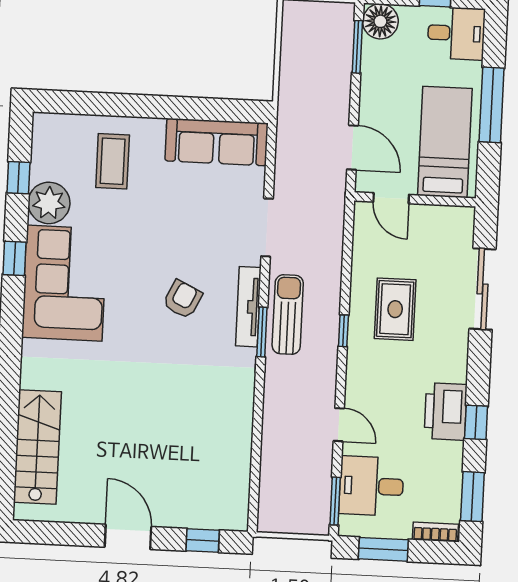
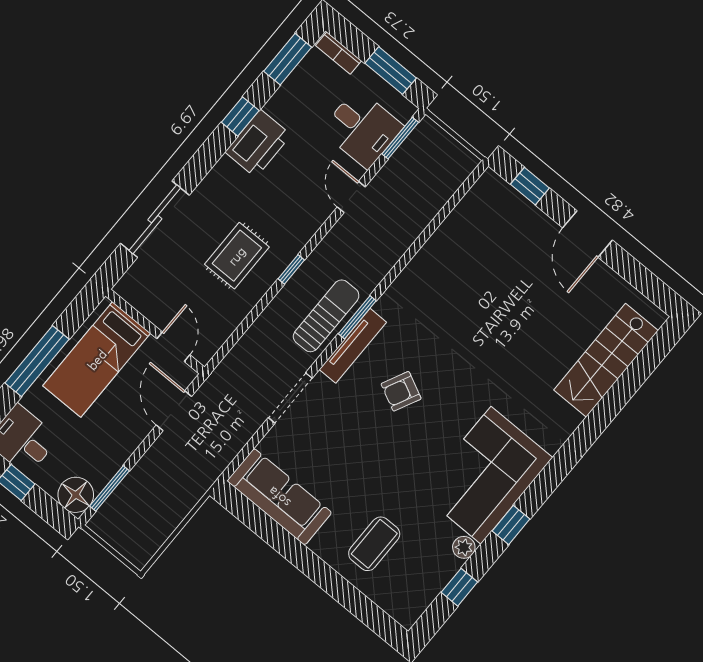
plant: (49, 203) -> (464, 547), width x0.53, depth x0.53
sun lounger: (288, 315) -> (326, 316), turned 180

